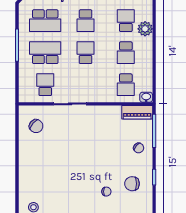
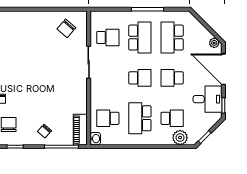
plant: (145, 29) -> (180, 138), moved
school desk: (126, 53) -> (140, 118), width x1.85

